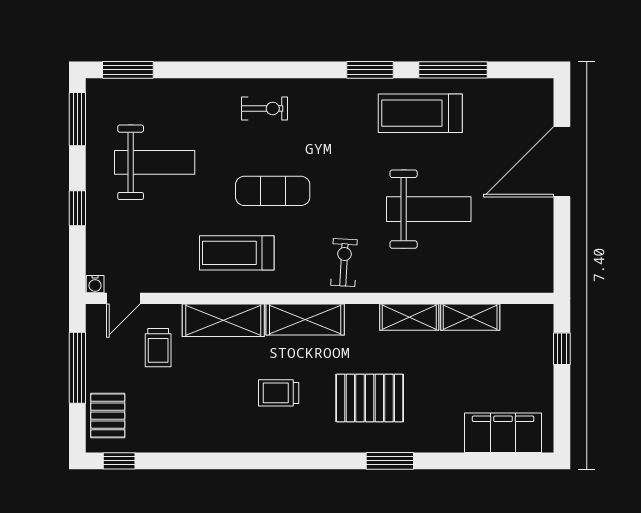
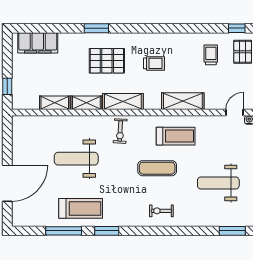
shelving: (305, 319) -> (123, 101), moved
trolley: (158, 348) -> (211, 55), moved

